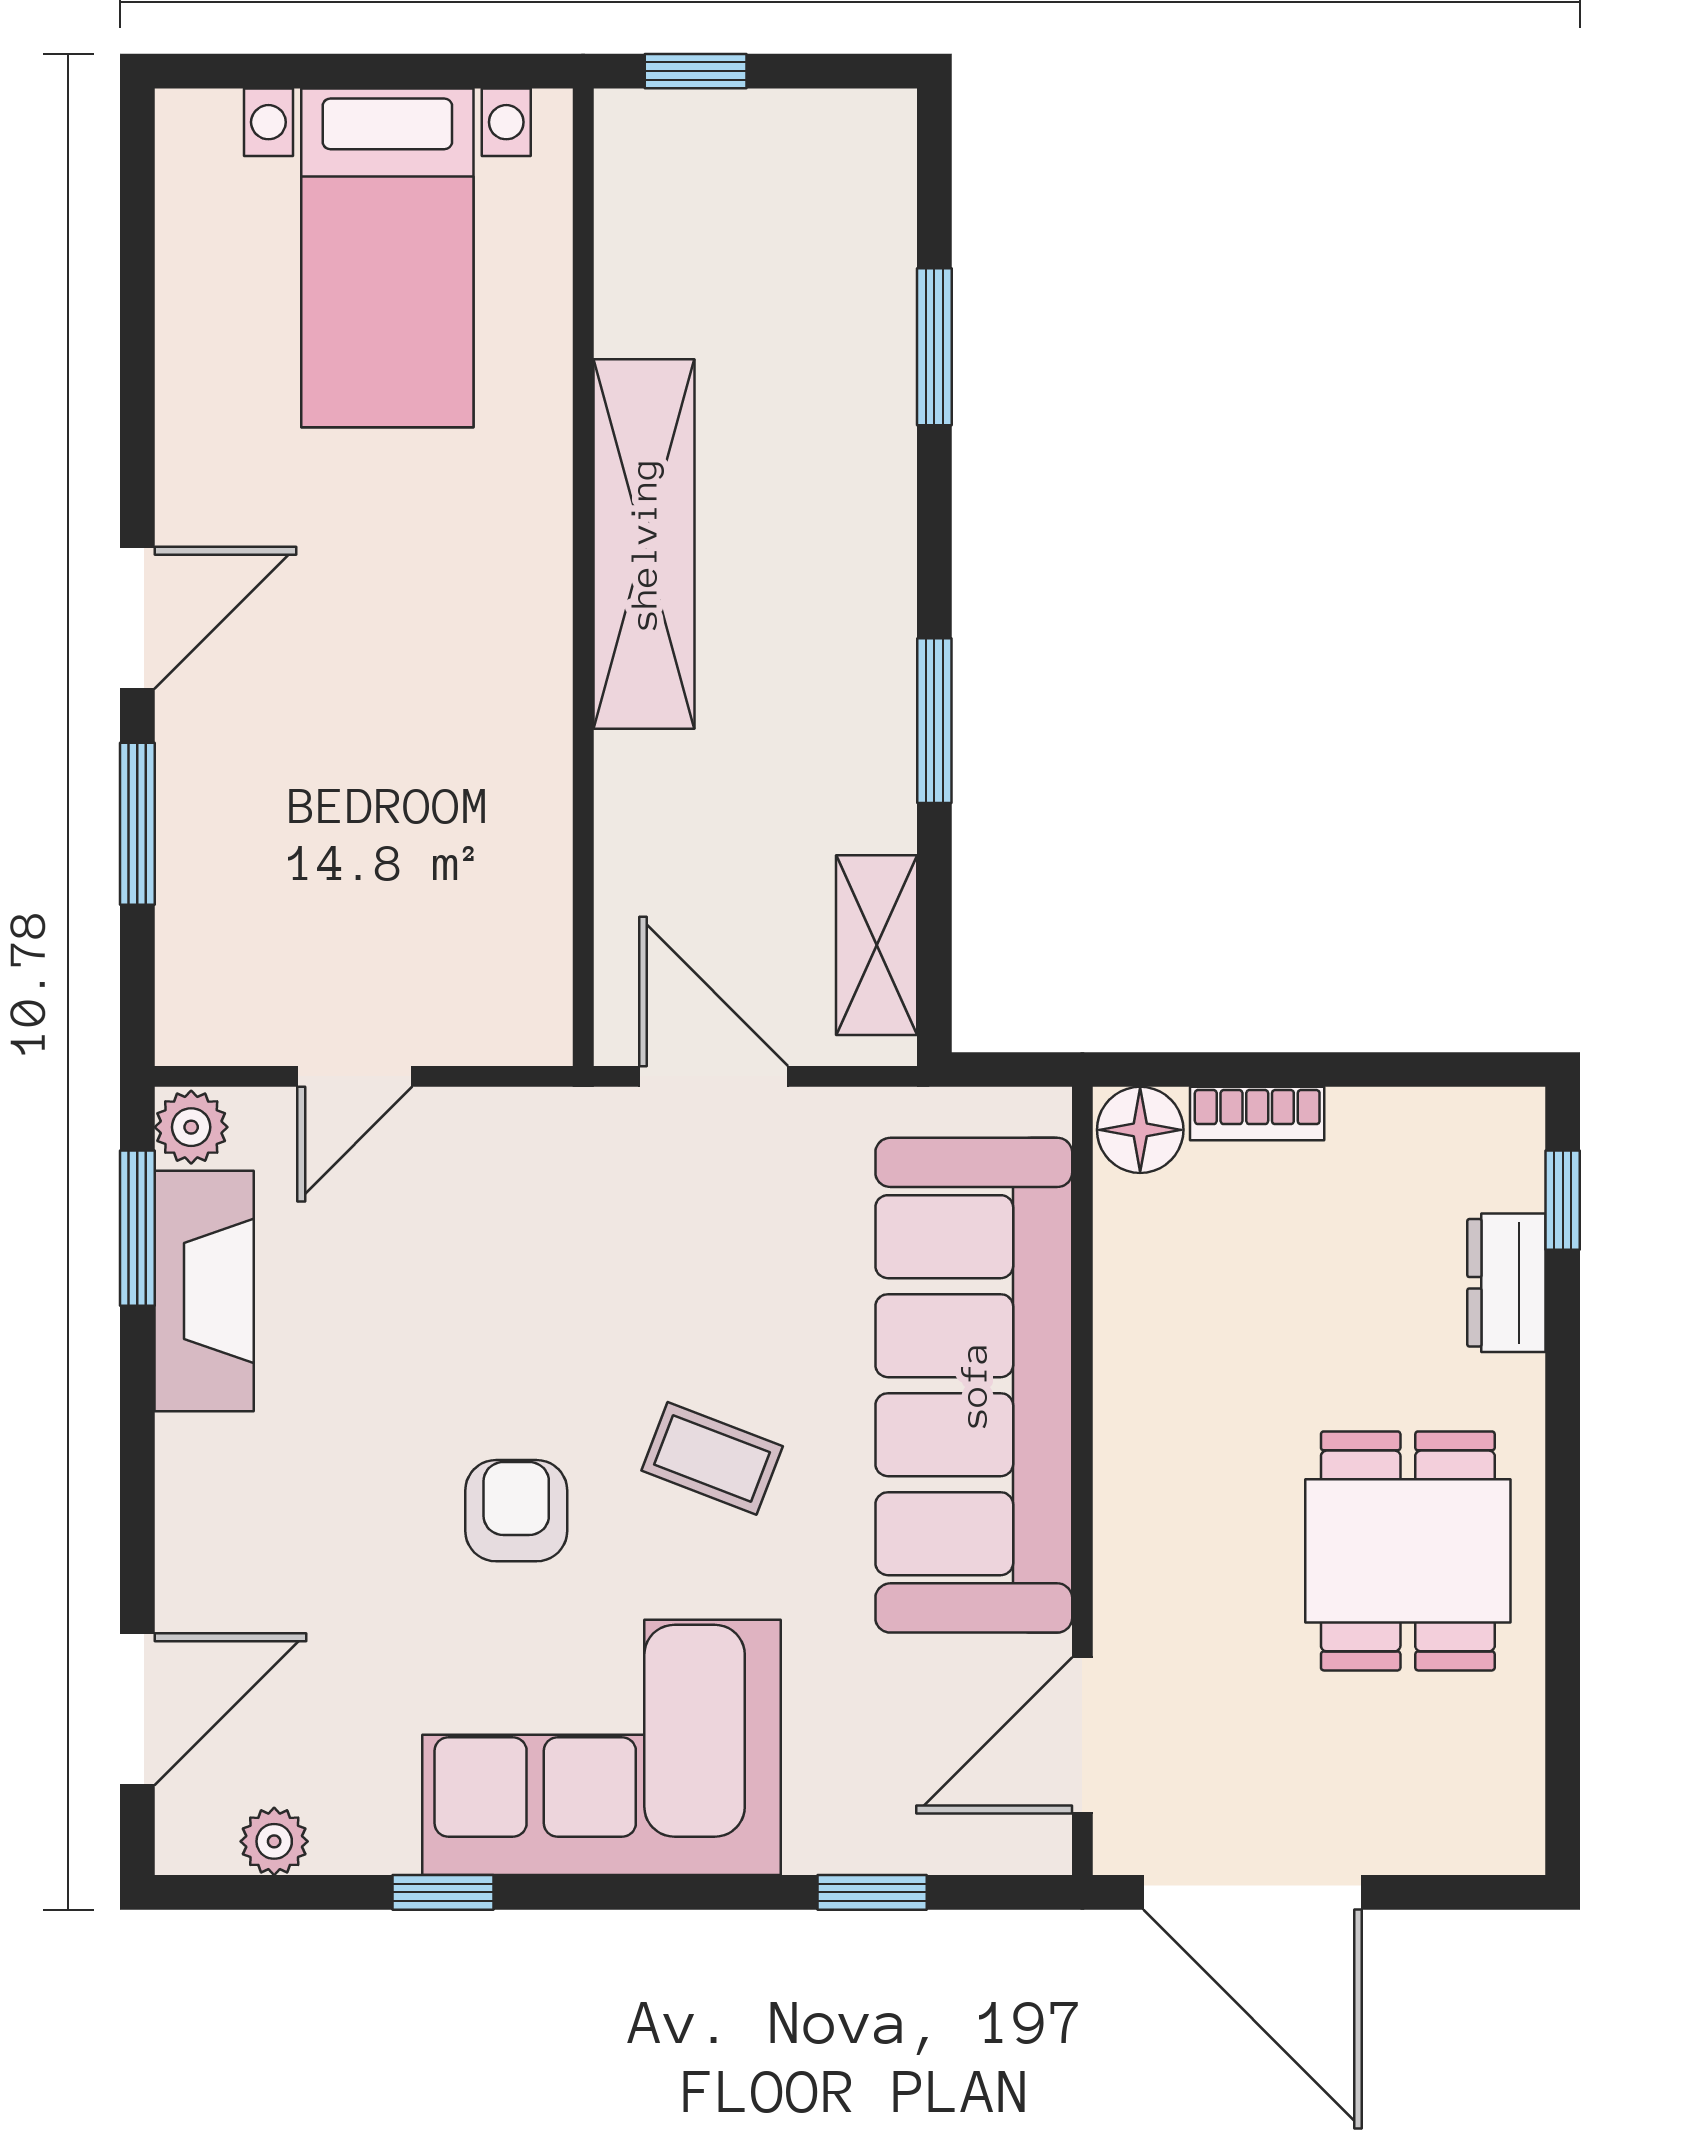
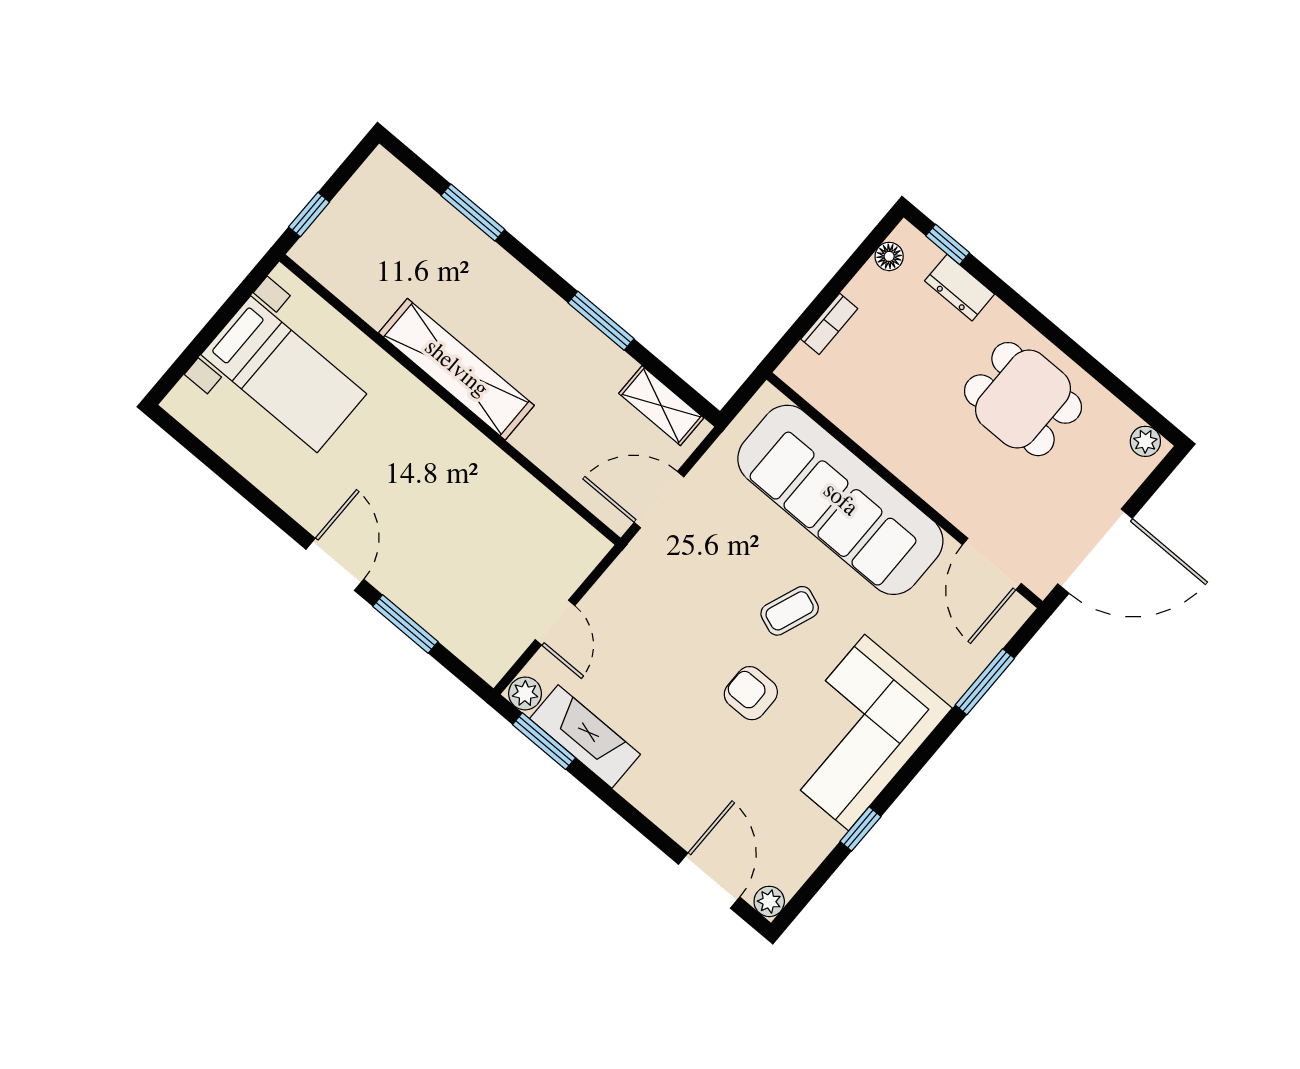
floor lamp: (1140, 1130) -> (889, 256), moved, width x0.73, depth x0.73
plant: (1512, 1820) -> (1145, 441), added
plant: (274, 1841) -> (769, 901), moved
window: (872, 1892) -> (985, 682), width x1.50

